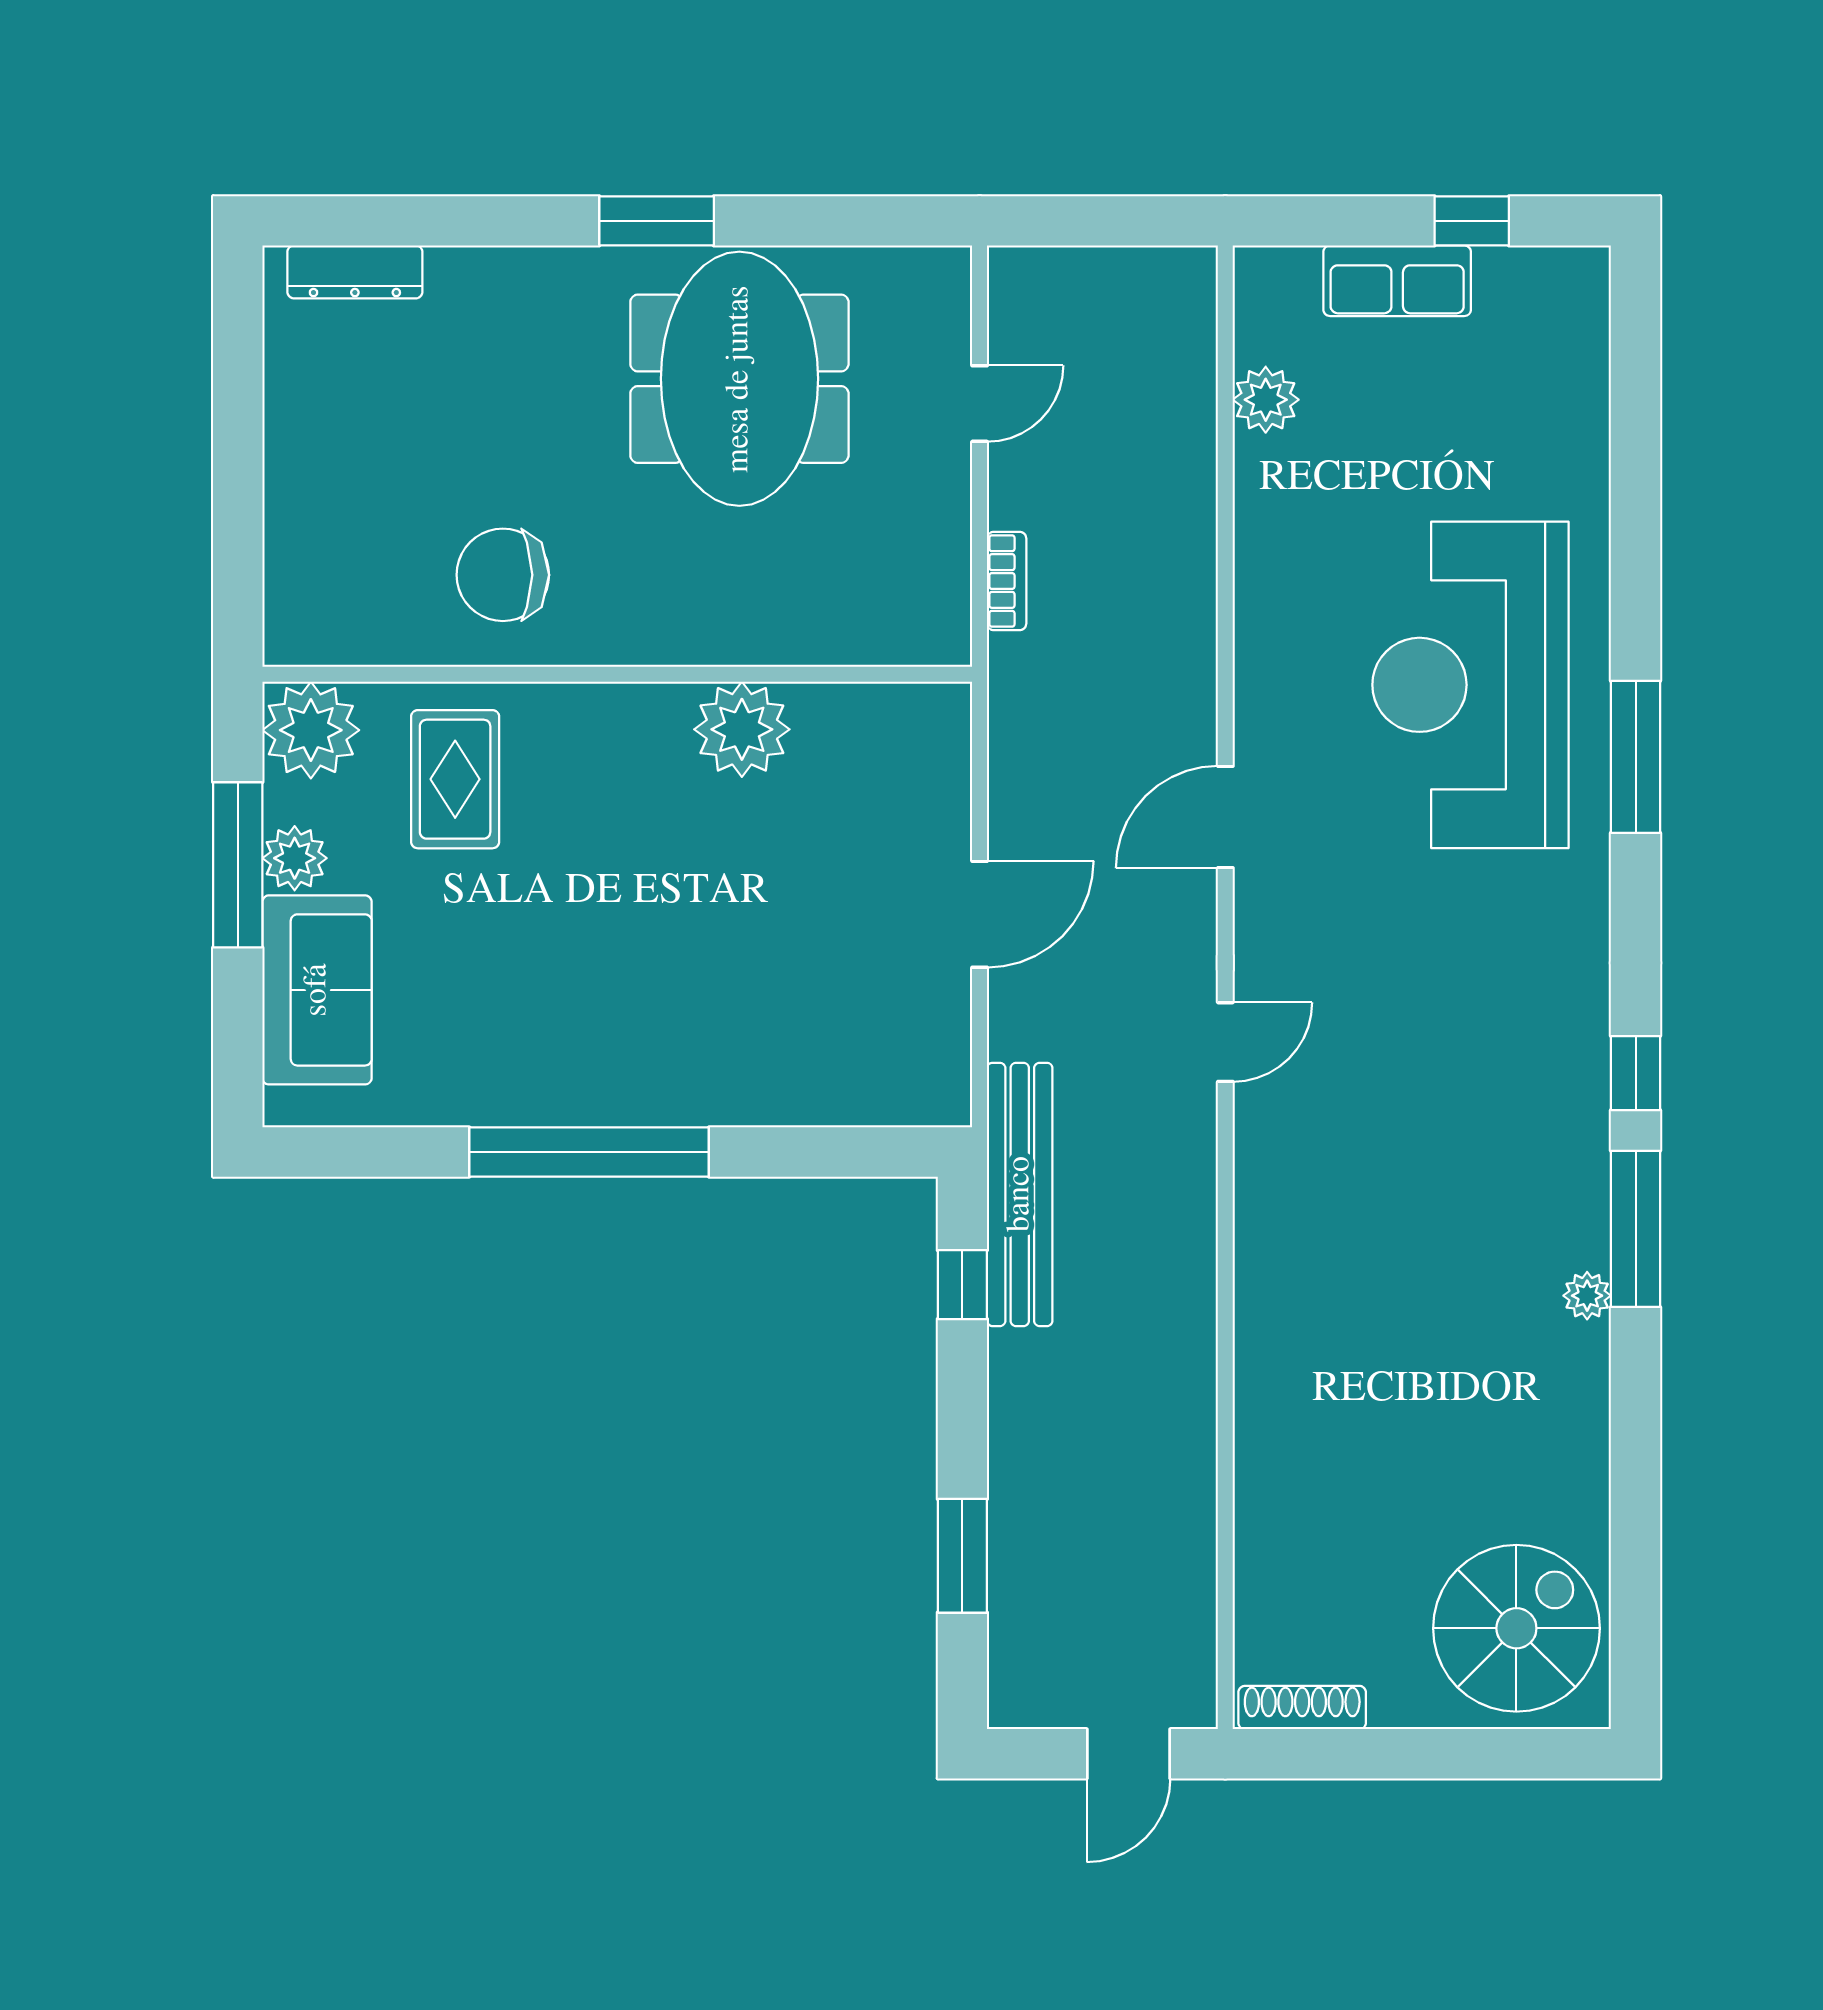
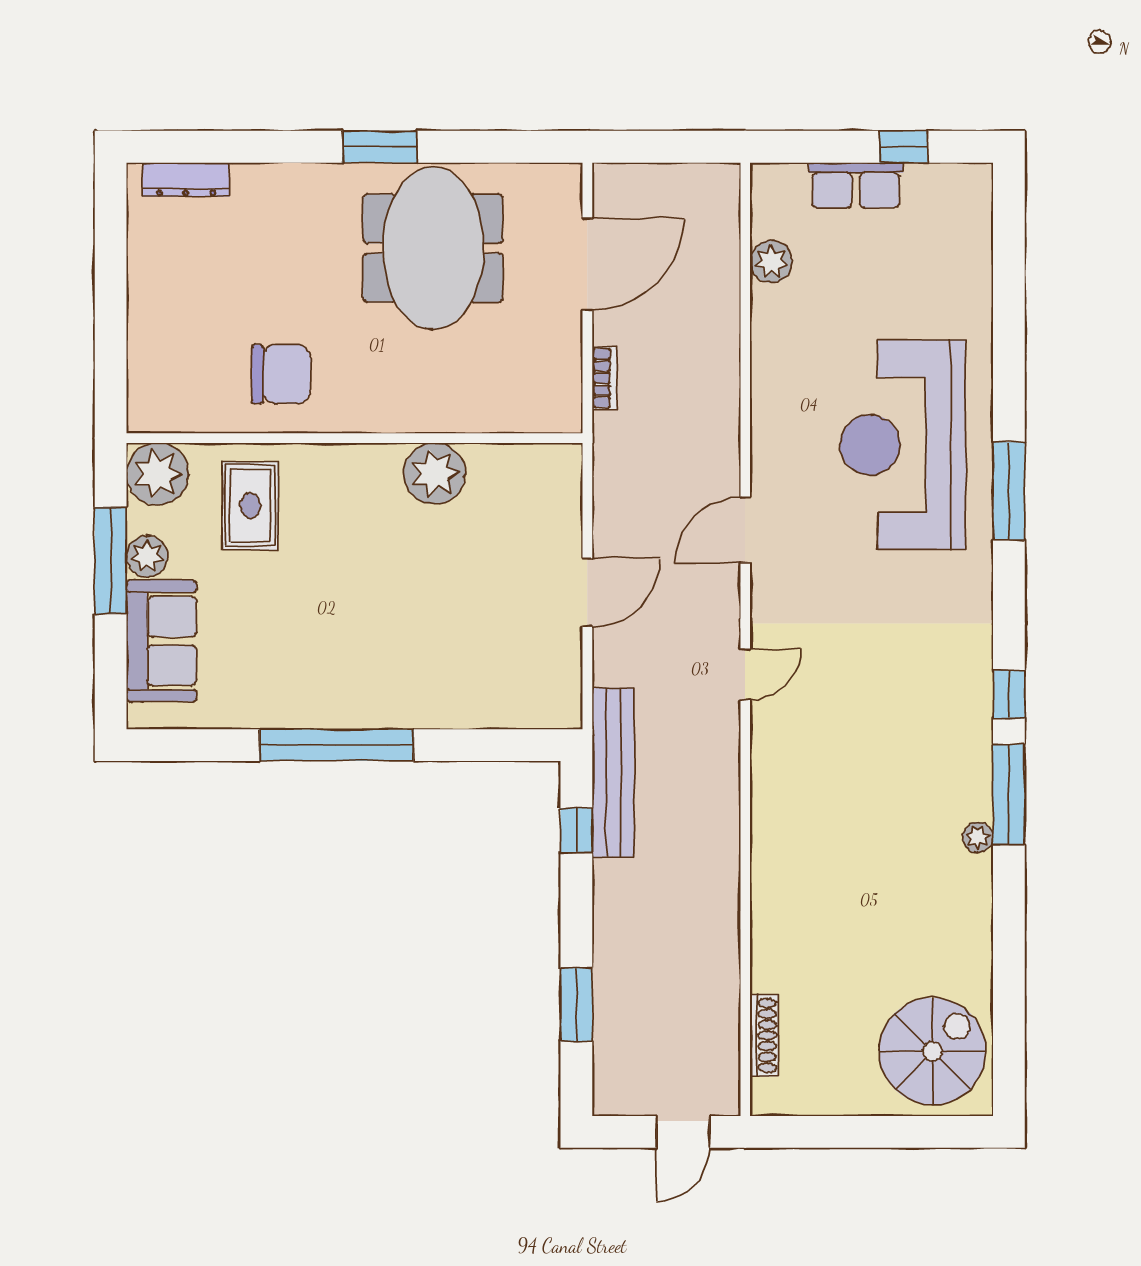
door: (980, 404) -> (587, 264), width x1.88
chair: (503, 575) -> (281, 374), turned 180
shoe rack: (1302, 1708) -> (764, 1035), moved, turned 90

